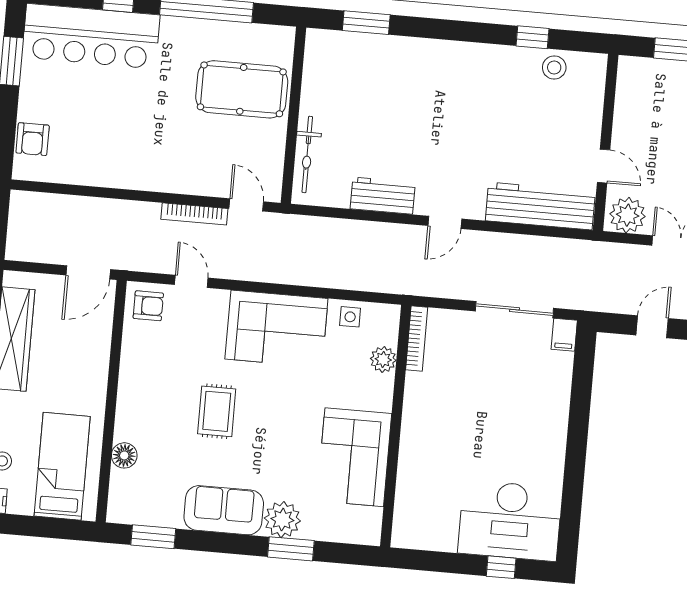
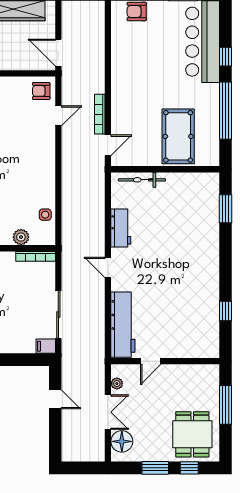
stool: (554, 68) -> (208, 326), removed
plant: (628, 215) -> (117, 384), width x0.53, depth x0.53
armchair: (148, 306) -> (41, 91), turned 90
corner sofa: (276, 329) -> (34, 170), removed

